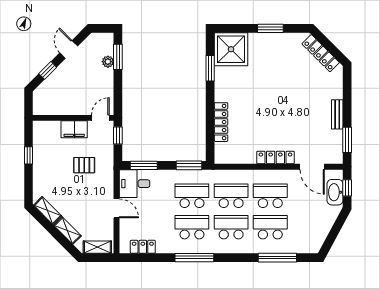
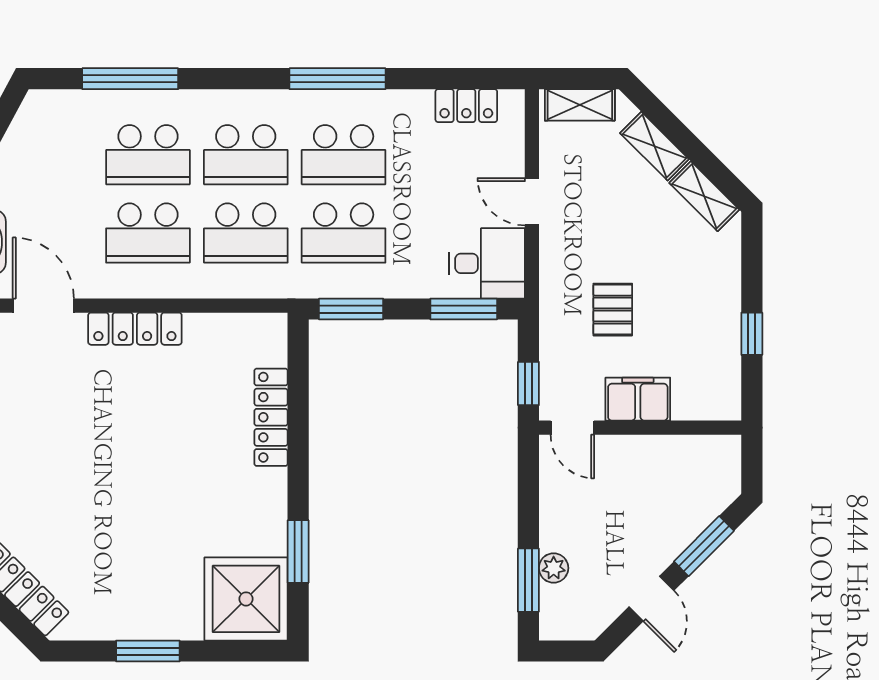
window: (48, 70) -> (704, 546), width x1.50
door: (100, 118) -> (572, 428), hinge flipped
pallet: (84, 165) -> (613, 310), turned 90

